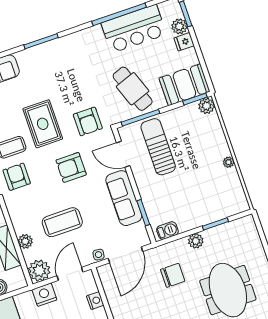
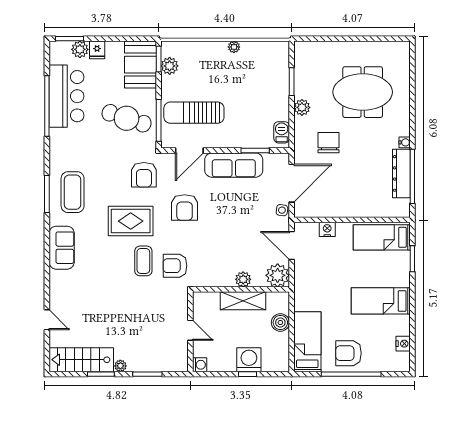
cafe table: (133, 89) -> (127, 118), turned 38
plant: (207, 106) -> (170, 66), moved
armchair: (88, 121) -> (144, 175), turned 90
coffee table: (62, 222) -> (73, 192), moved
door: (125, 255) -> (292, 183), hinge flipped
nightstand: (44, 295) -> (304, 279), removed

